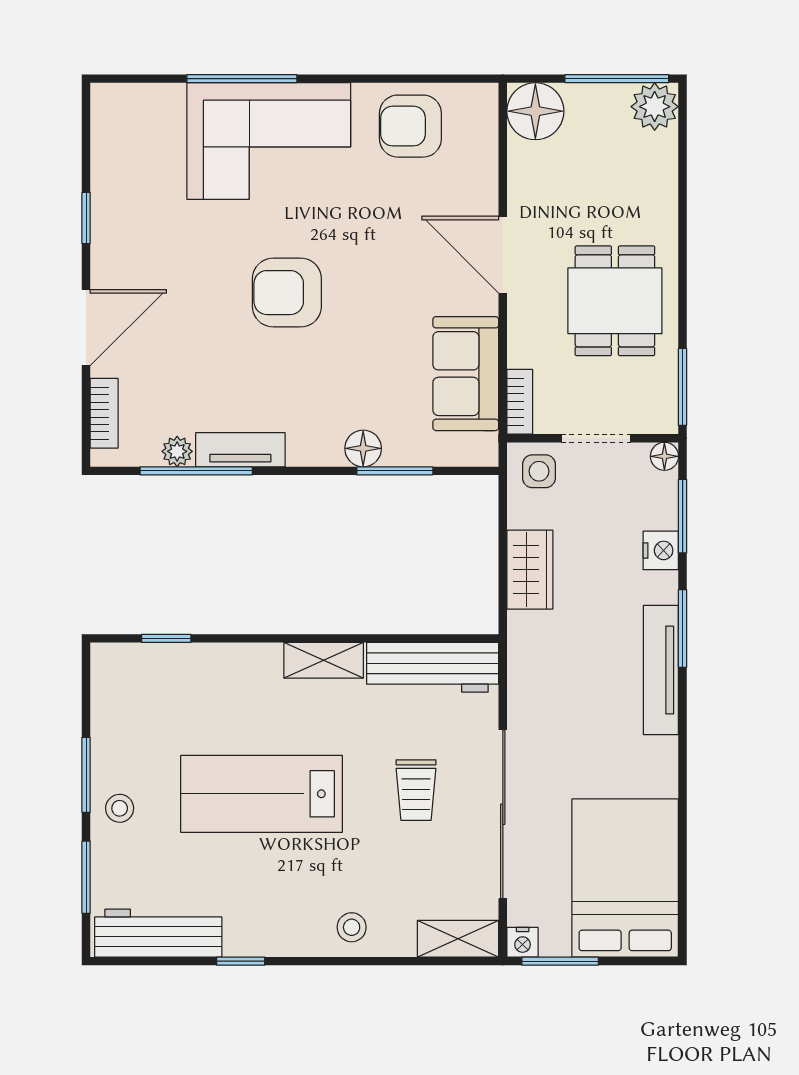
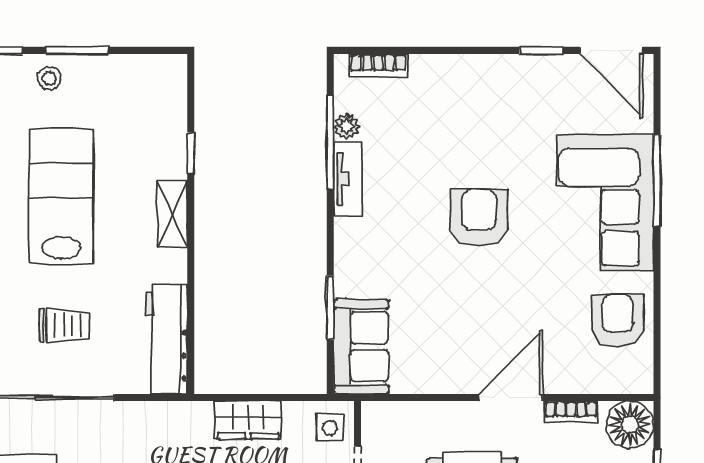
door: (86, 328) -> (611, 50), moved
sofa: (466, 374) -> (361, 347), moved, turned 90
bookcase: (520, 402) -> (571, 412), moved
floor lamp: (363, 448) -> (349, 281), removed
window: (166, 638) -> (191, 153), moved
shelving: (324, 660) -> (173, 214), moved
trolley: (416, 790) -> (64, 325), turned 180

